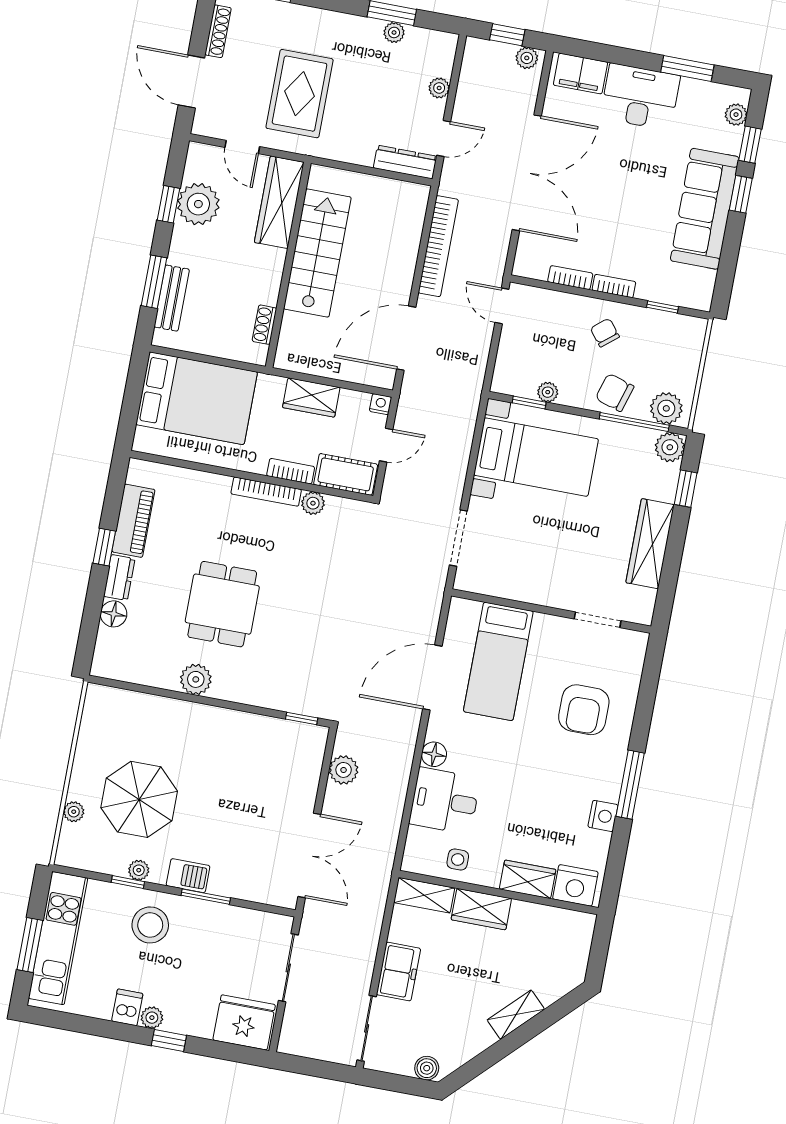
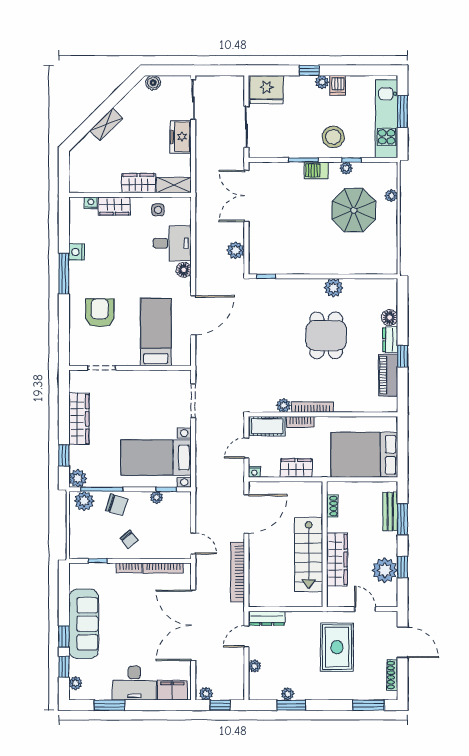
wardrobe: (279, 202) -> (337, 559), moved
bookcase: (570, 278) -> (163, 568), width x1.56
nightstand: (575, 885) -> (91, 203), width x0.53, depth x0.56

